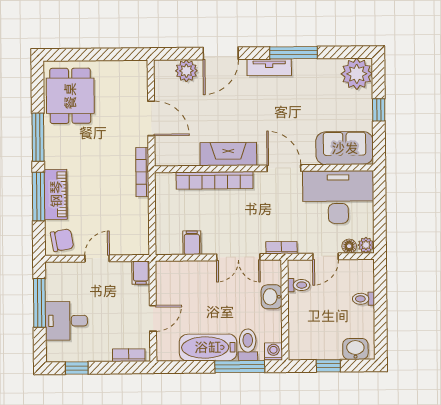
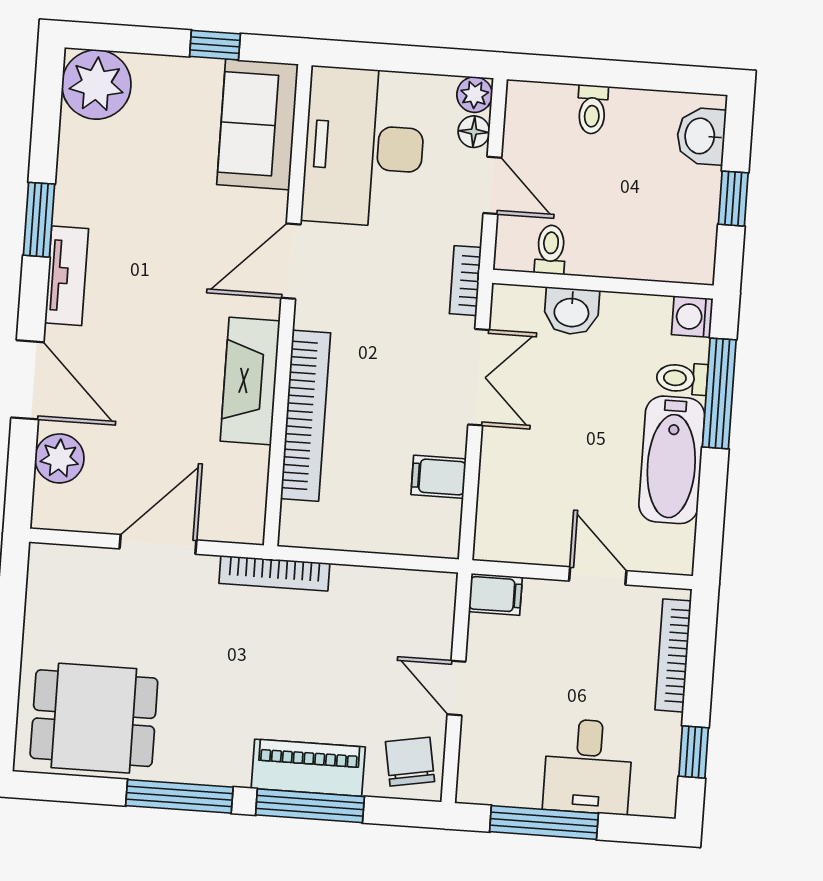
window: (294, 53) -> (39, 220), width x0.69
window: (379, 110) -> (215, 45), moved
toilet: (248, 345) -> (682, 378), width x0.73, depth x0.72
bookcase: (129, 355) -> (673, 655), width x1.56

